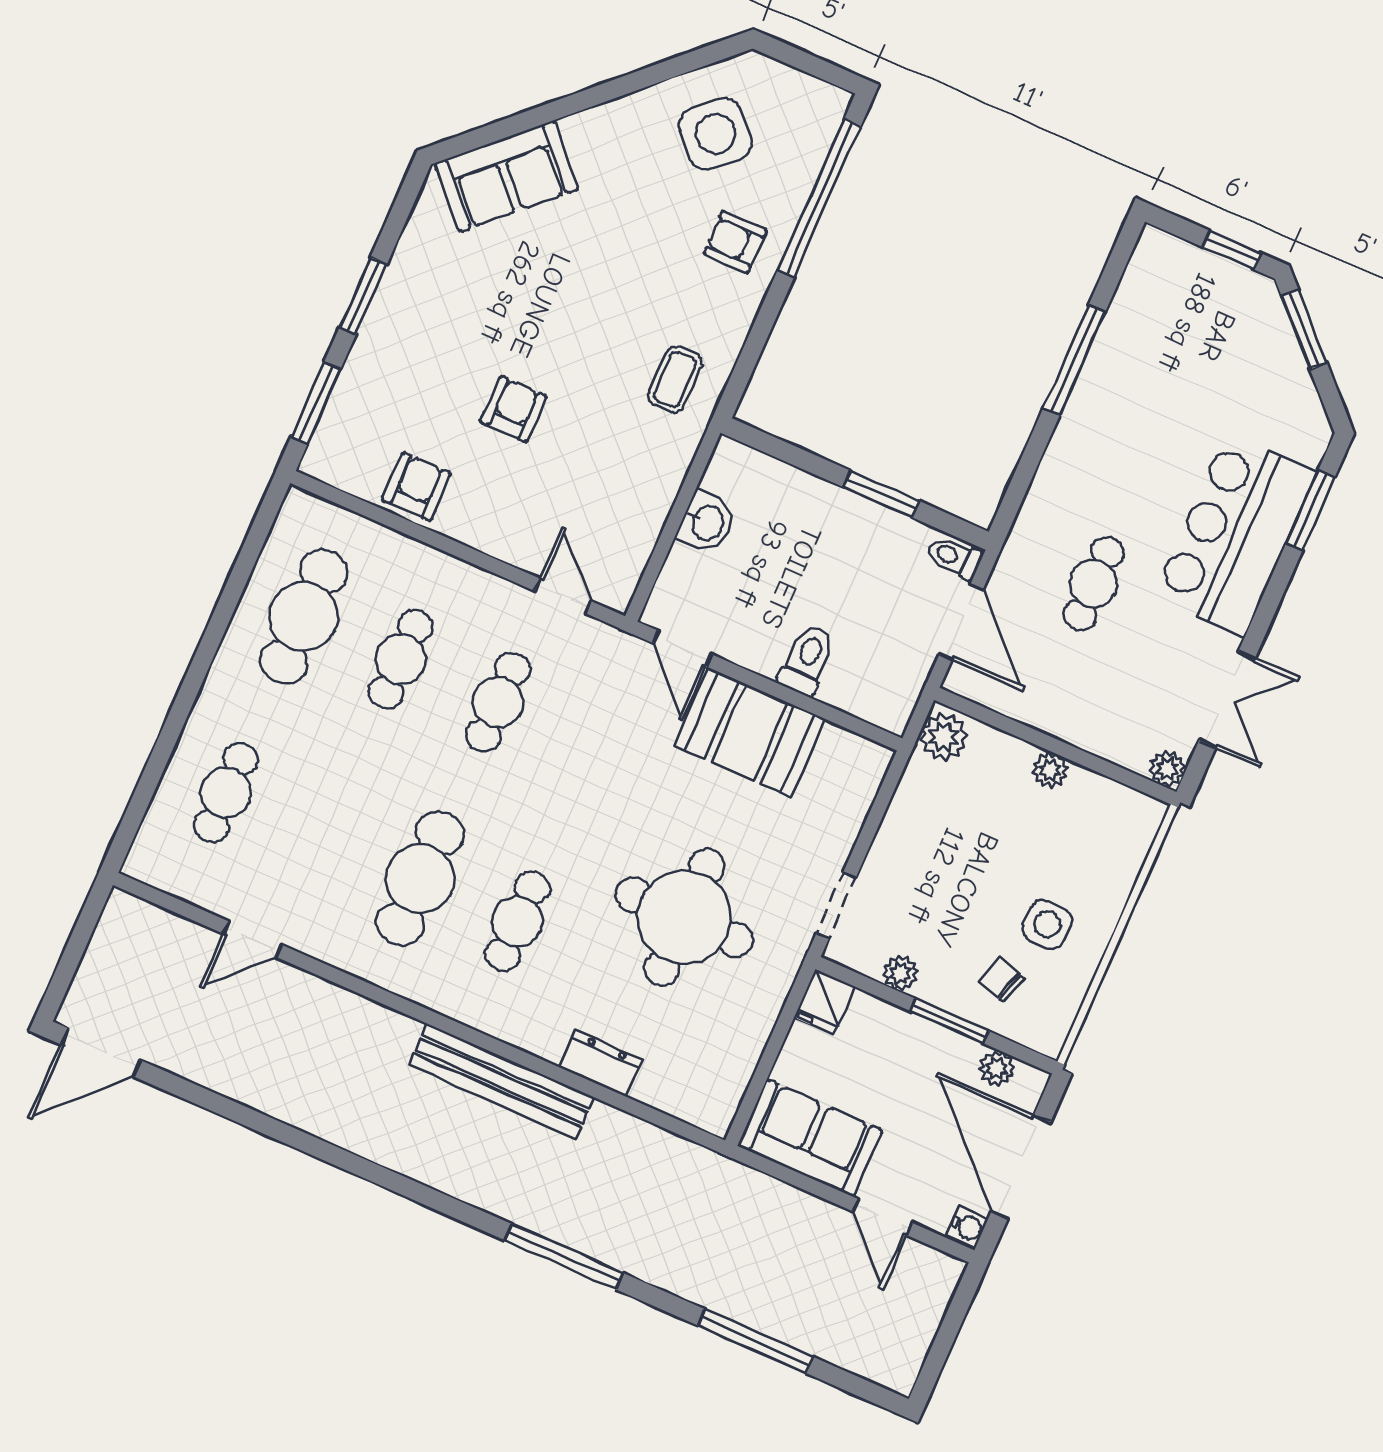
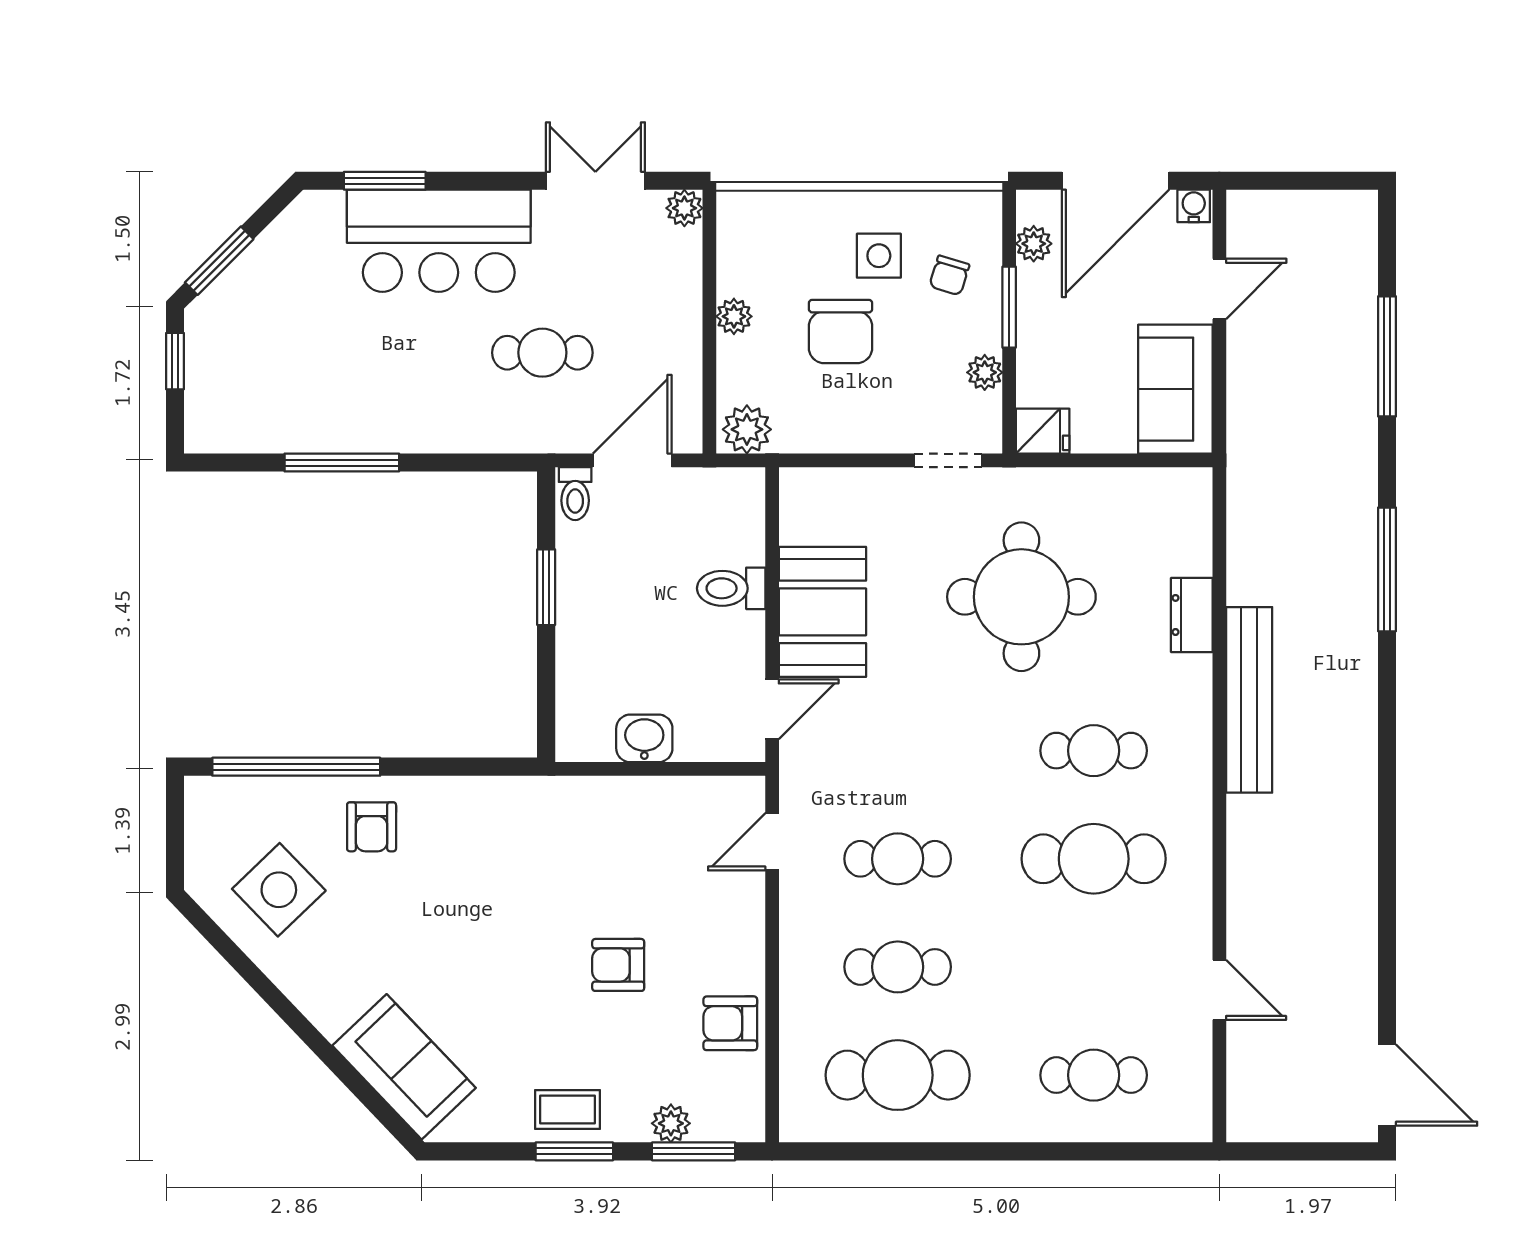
coffee table: (675, 380) -> (568, 1109), moved
plant: (350, 394) -> (671, 1123), added
chair: (994, 860) -> (841, 331), added

